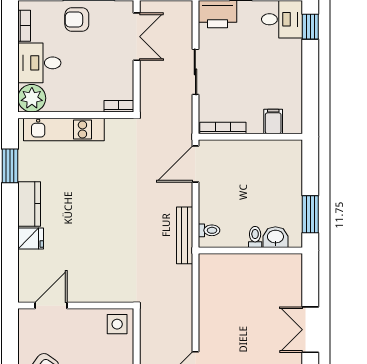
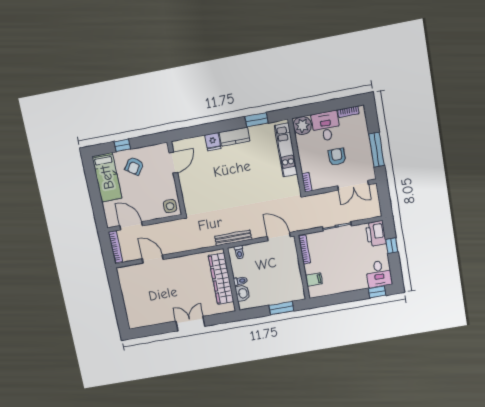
armchair: (77, 20) -> (337, 157), moved
window: (310, 214) -> (281, 308), moved
wardrobe: (246, 267) -> (221, 279), added
door: (51, 305) -> (173, 163), hinge flipped

